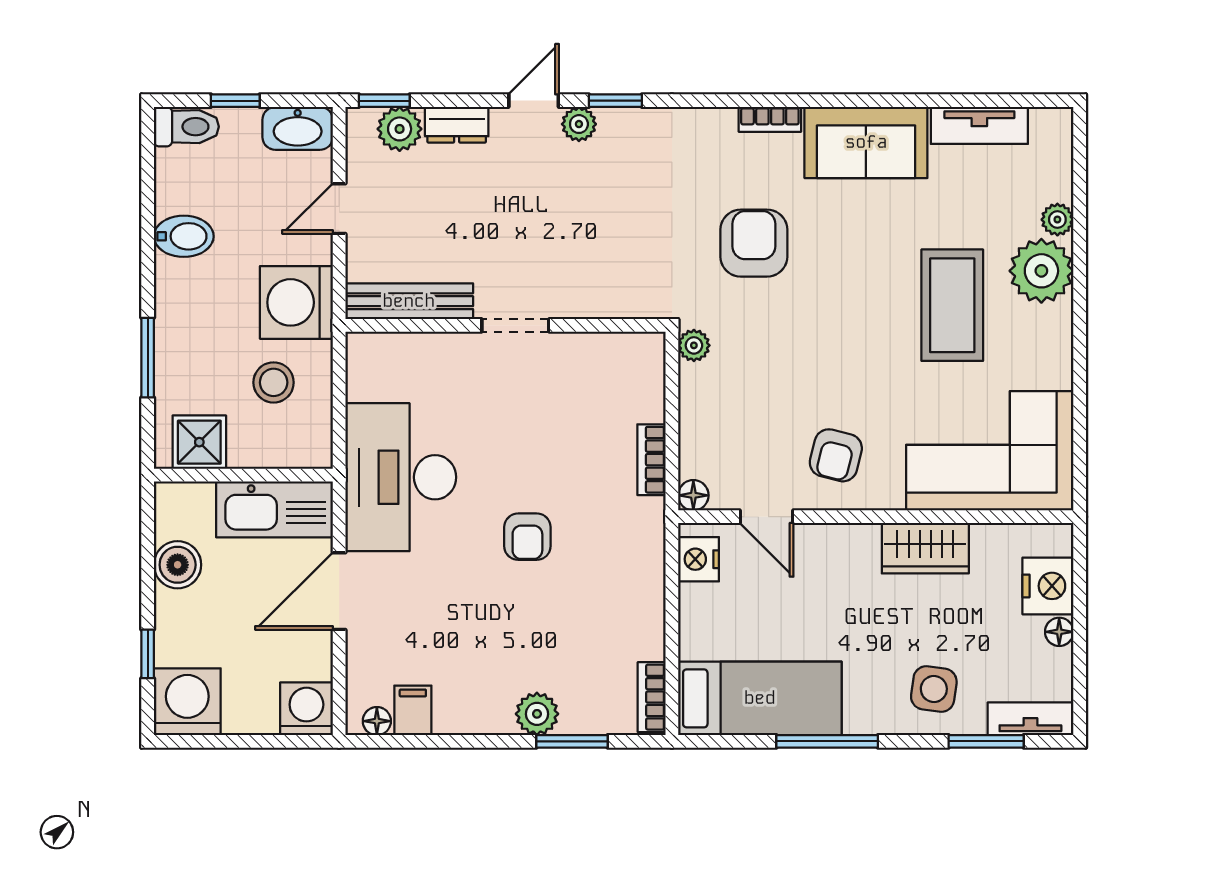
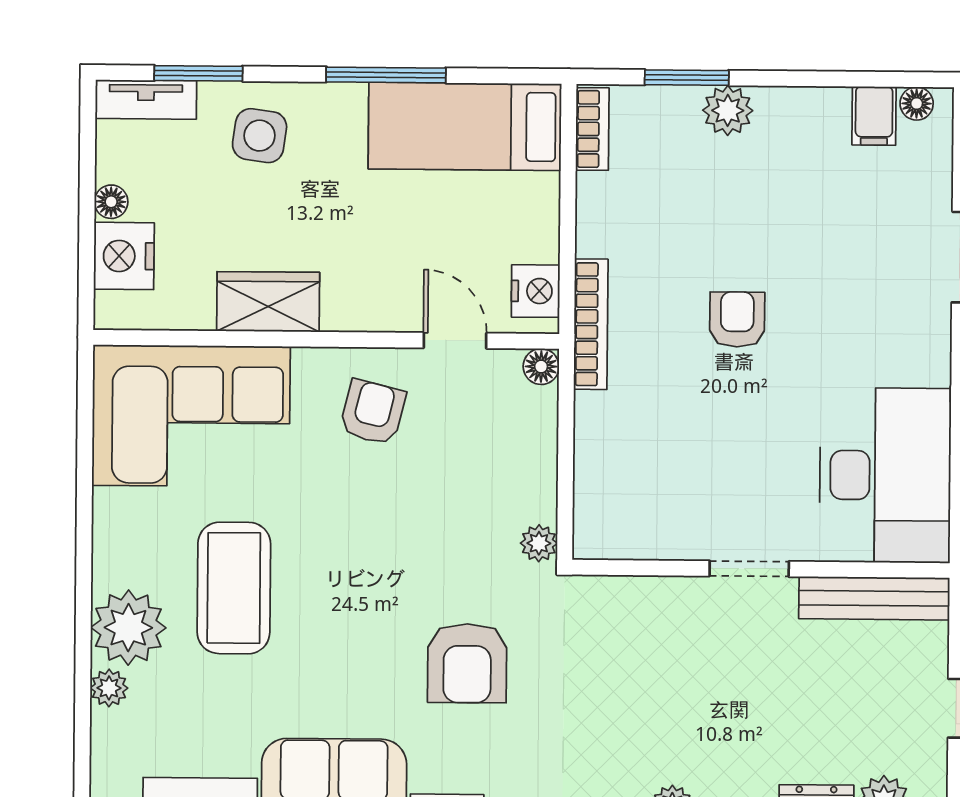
bookcase: (651, 460) -> (591, 324), moved, width x1.56
desk: (401, 477) -> (885, 475), moved

